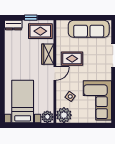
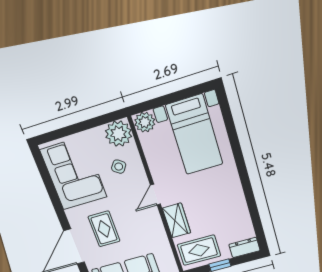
rug: (72, 59) -> (104, 229), moved, turned 90

